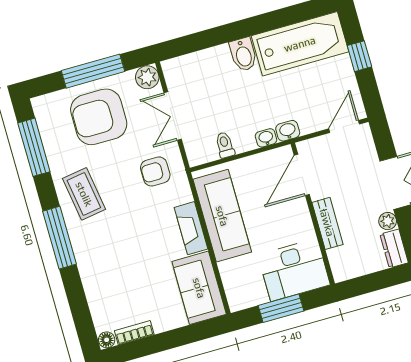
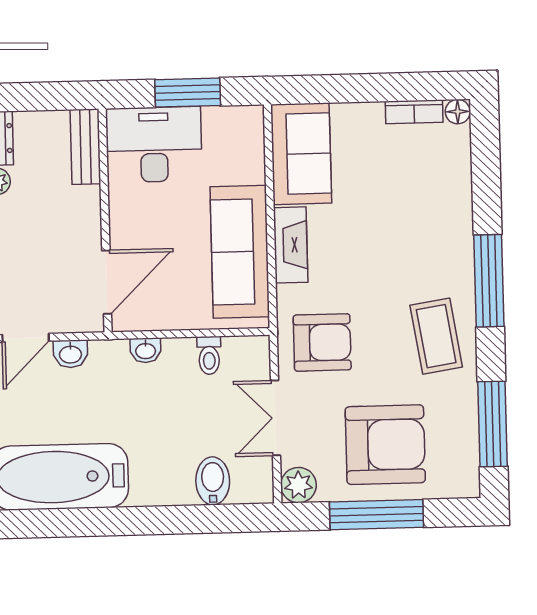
bidet: (243, 54) -> (213, 481), moved
double door: (173, 116) -> (276, 418), swing flipped
washbasin: (288, 131) -> (70, 354), moved
armchair: (155, 171) -> (322, 342), width x1.38, depth x1.38
bench: (327, 223) -> (85, 147), moved

